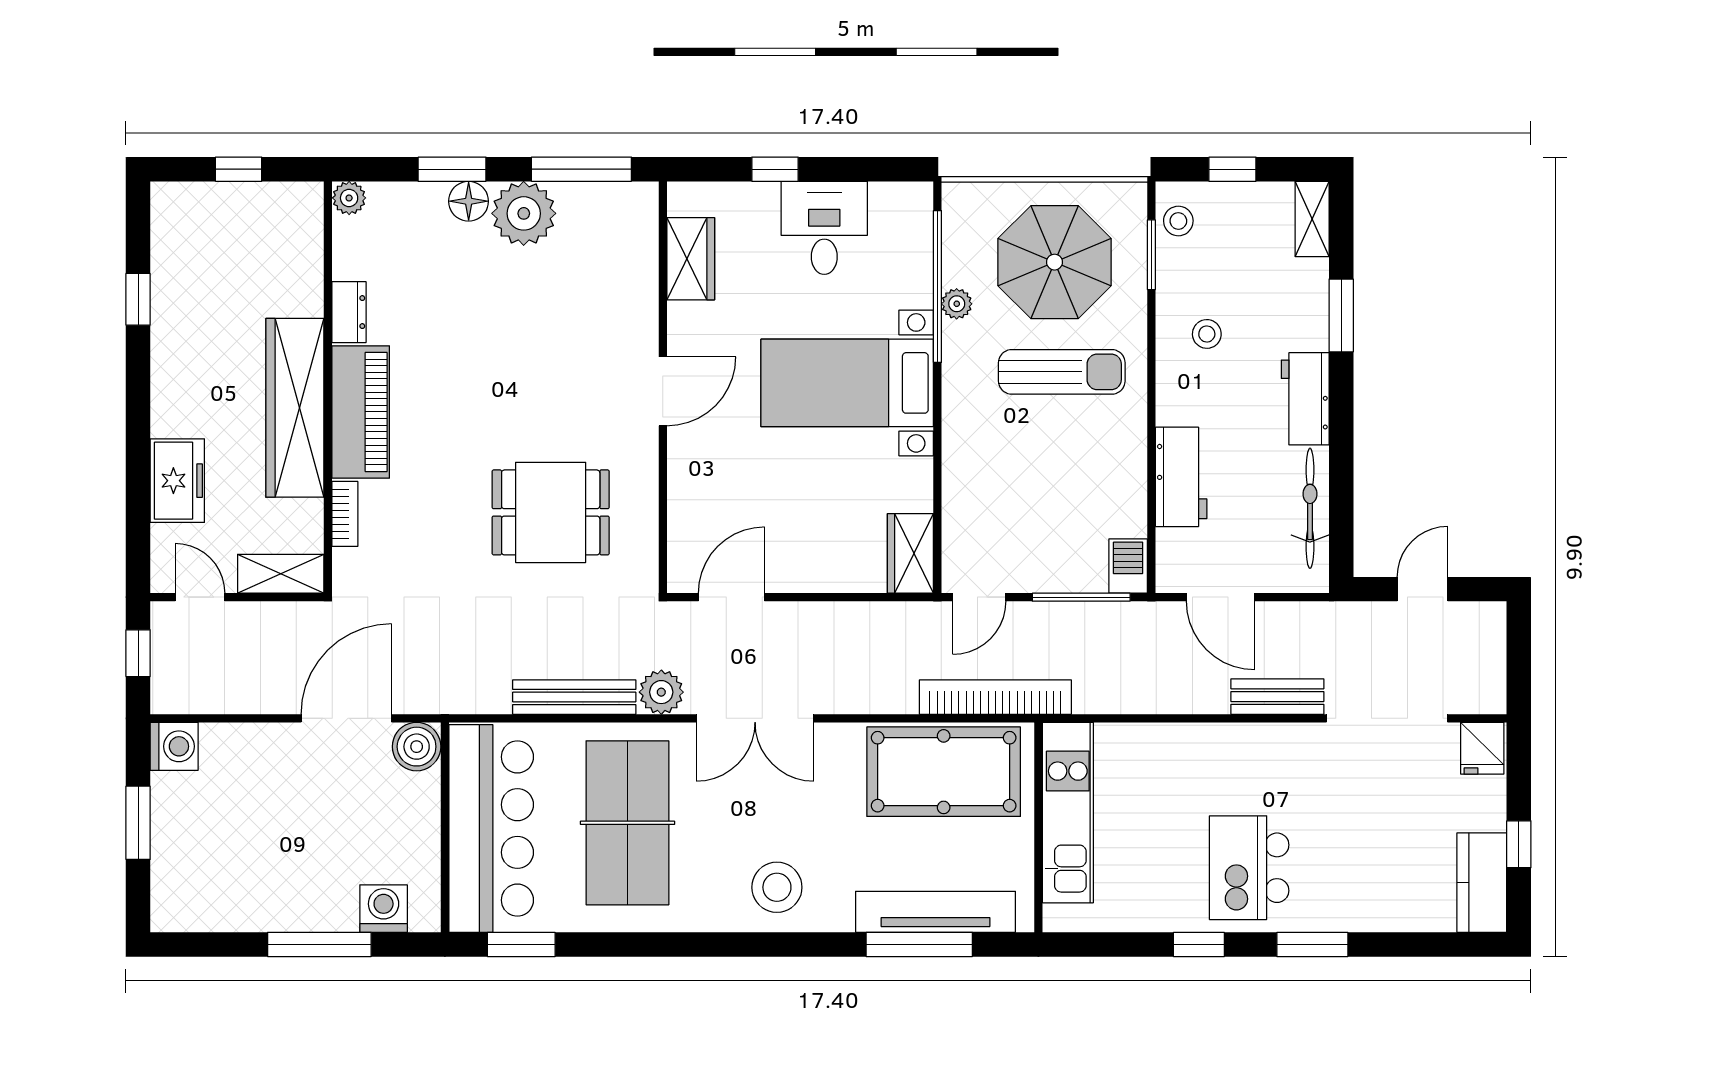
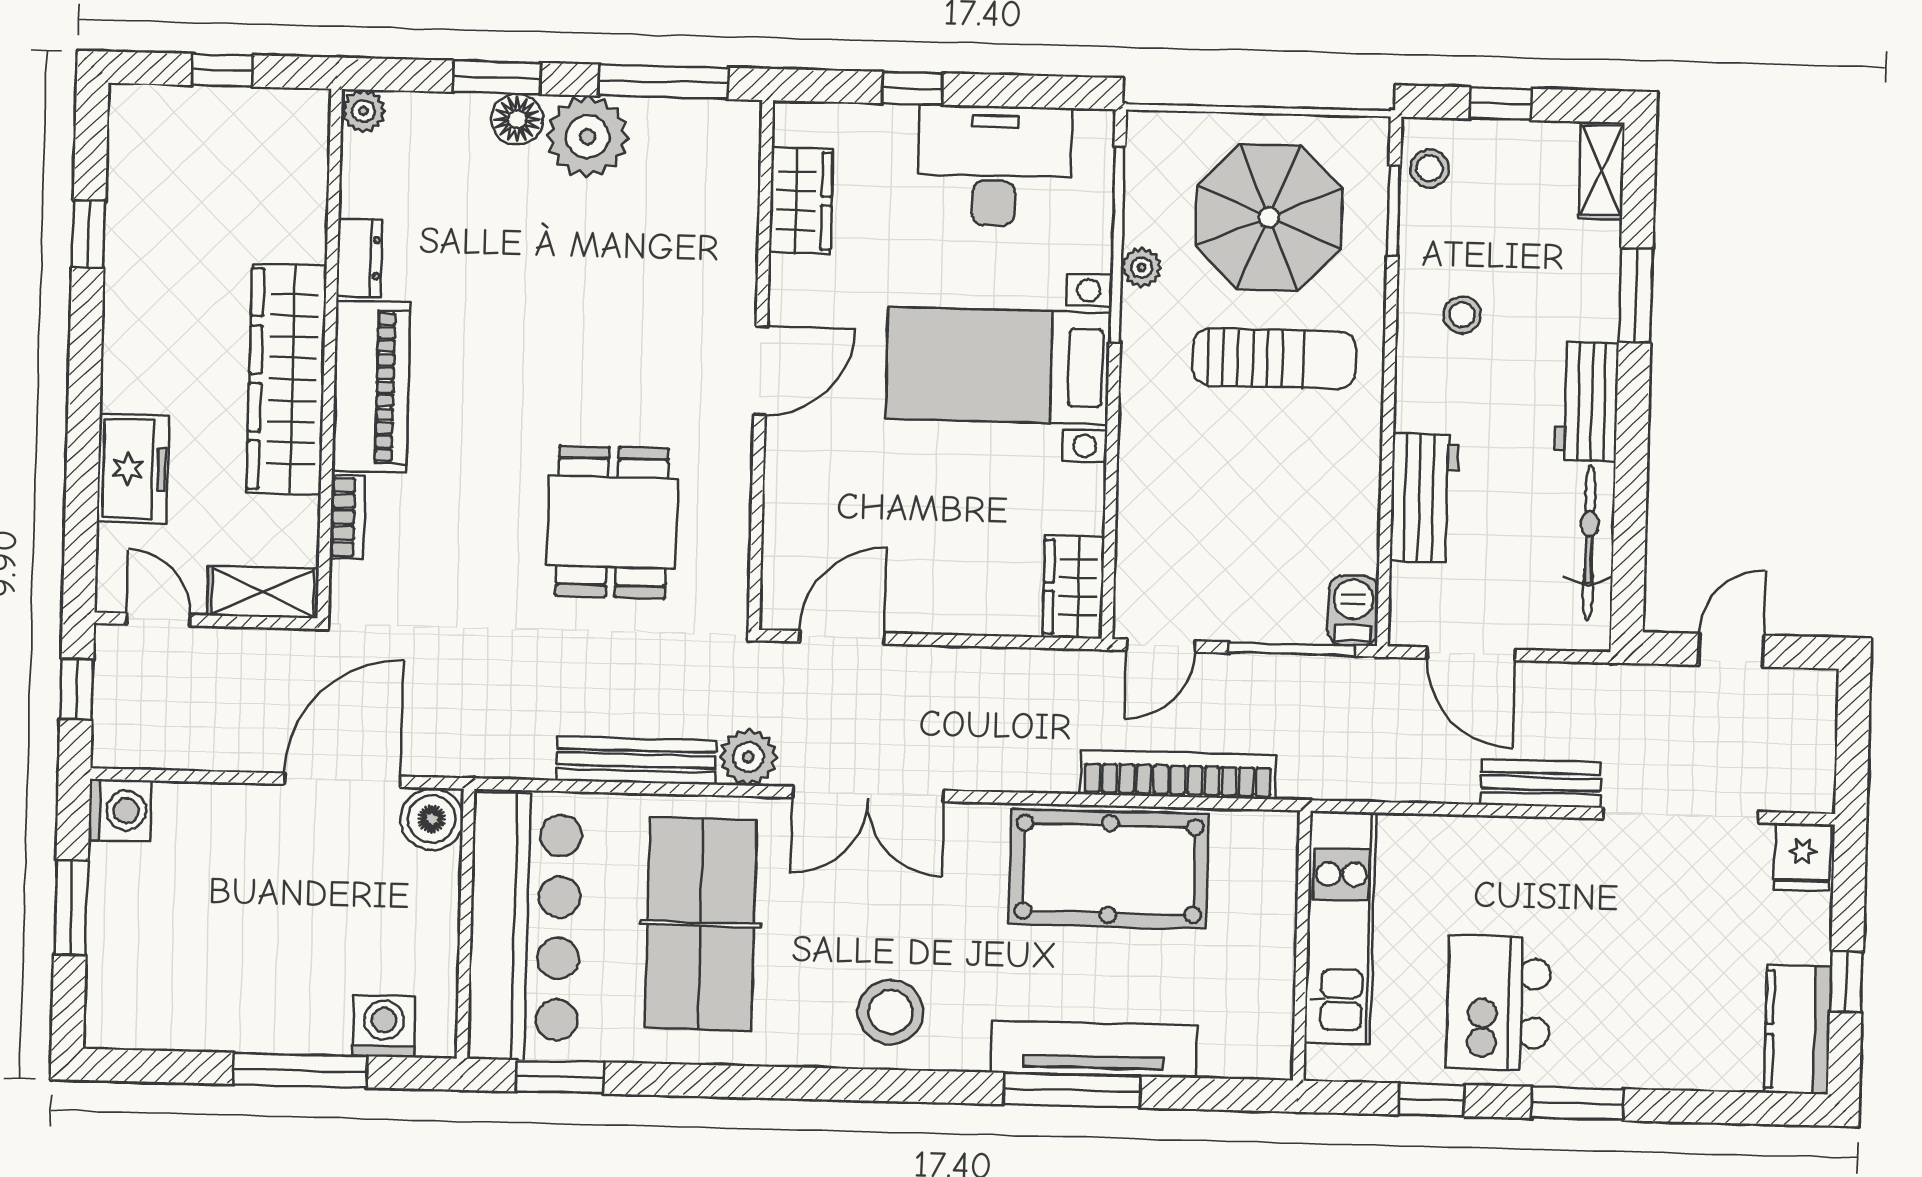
desk: (824, 228) -> (994, 166), width x1.37
dining table: (551, 512) -> (612, 522), turned 90
kitchen unit: (1068, 813) -> (1340, 928), moved
wall: (1038, 827) -> (1302, 946), moved

